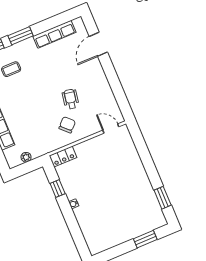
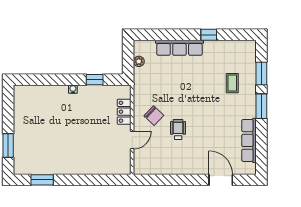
wheelchair: (71, 99) -> (178, 130), turned -100
door: (111, 128) -> (132, 140), moved
locker: (63, 157) -> (124, 112), moved

